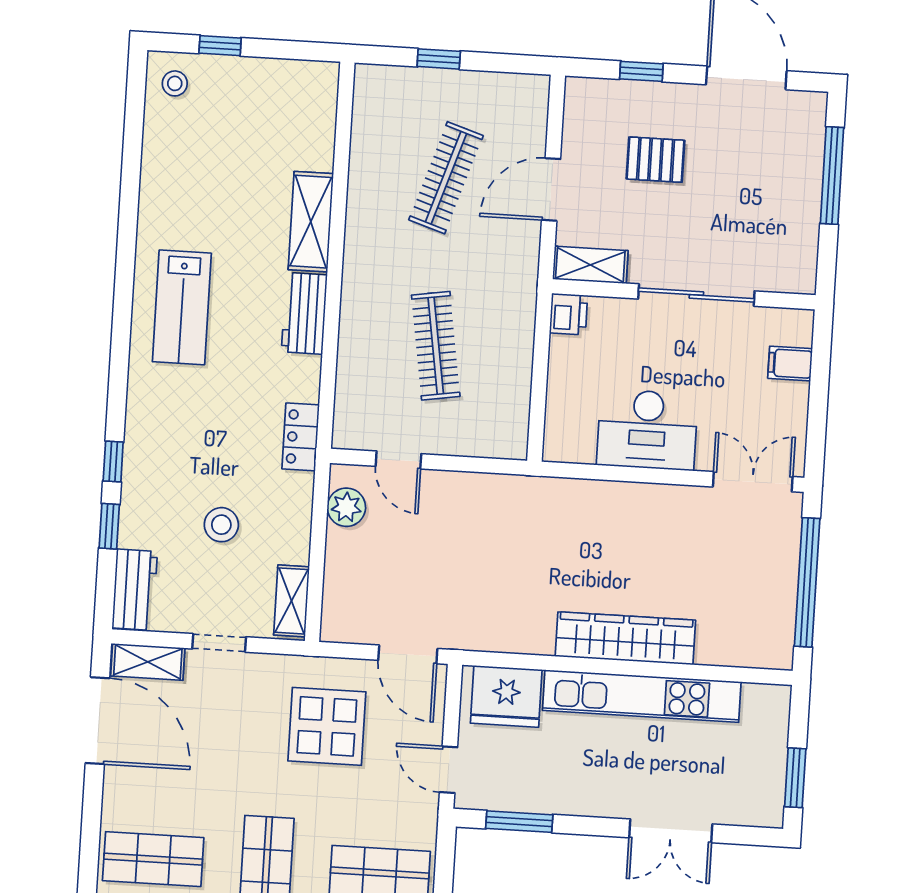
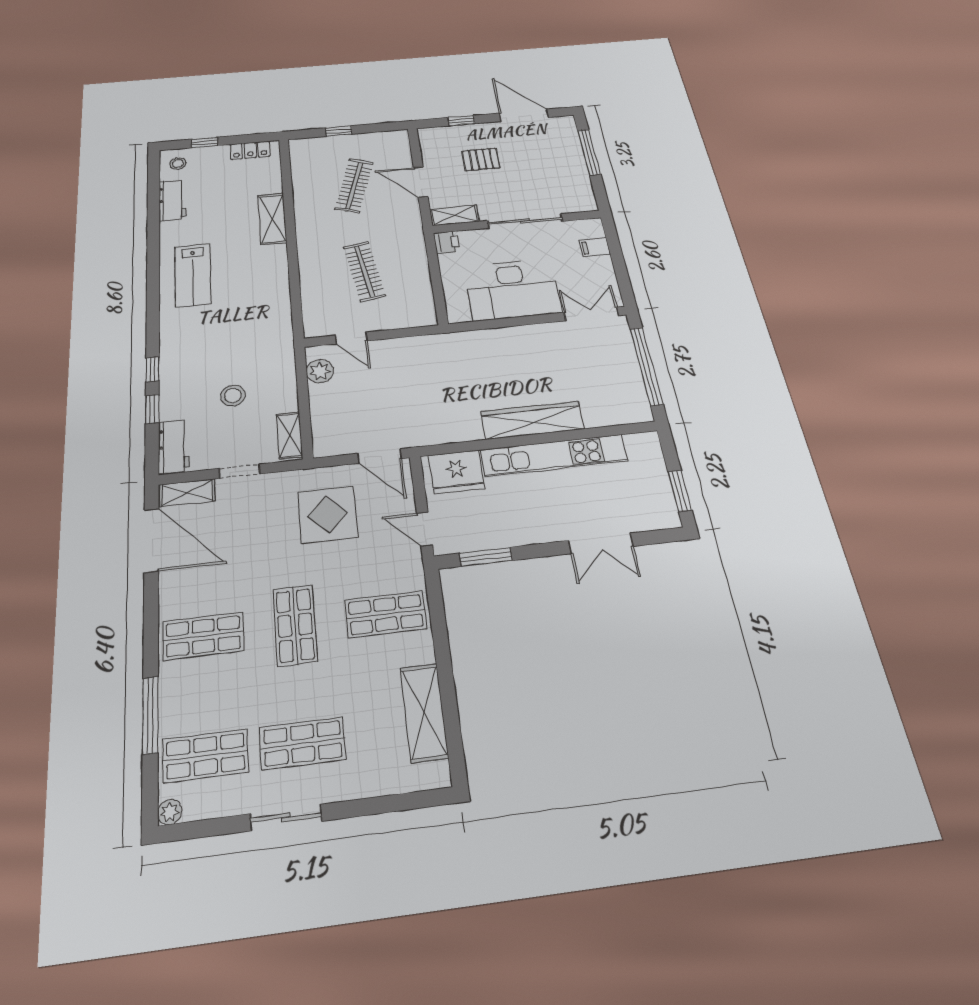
door: (551, 189) -> (421, 182), hinge flipped
workbench: (304, 313) -> (172, 200), moved, turned 180
desk: (647, 430) -> (512, 290), width x1.36, depth x1.30
locker: (301, 437) -> (250, 150), moved, turned -90

